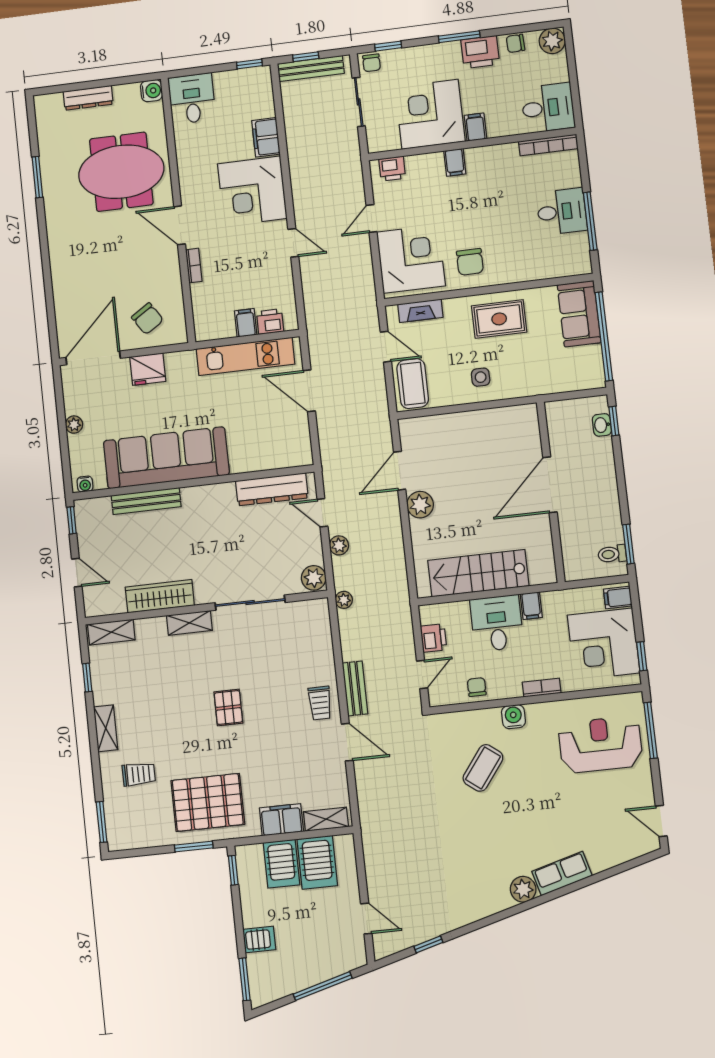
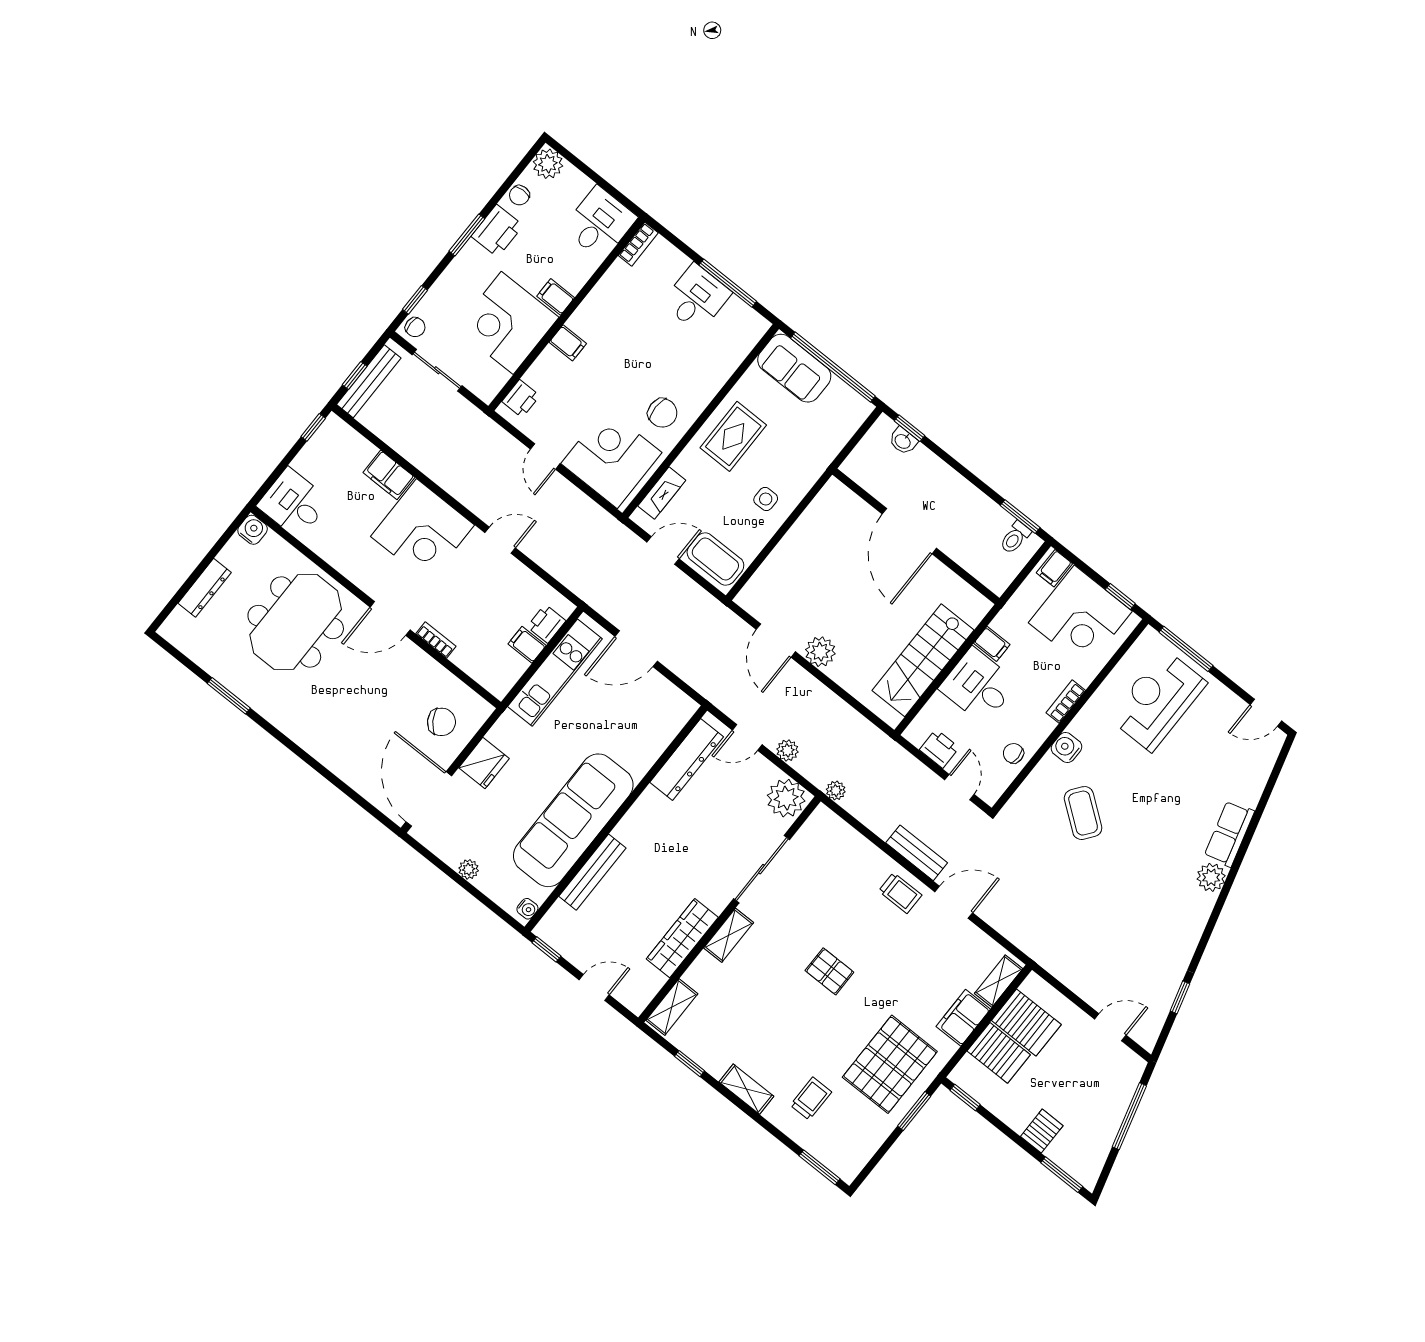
bookcase: (548, 145) -> (638, 244), width x0.64
plant: (314, 578) -> (786, 798), width x1.36, depth x1.36

